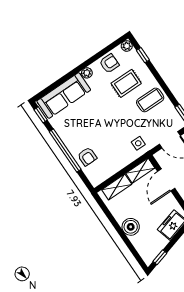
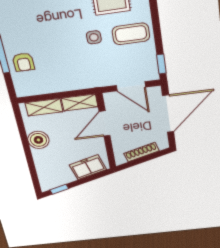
side table: (138, 143) -> (94, 37), moved
boiler: (131, 227) -> (38, 140), moved

